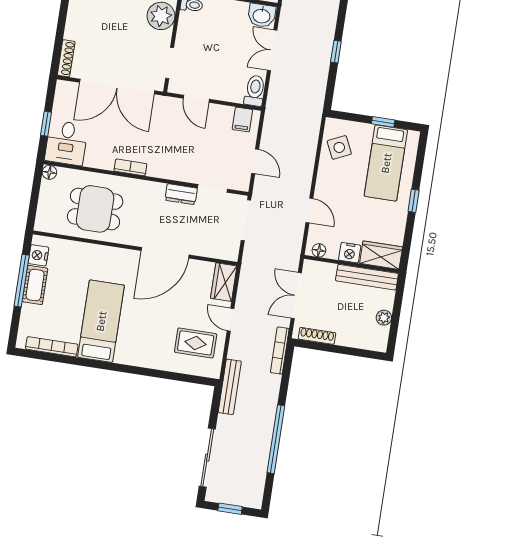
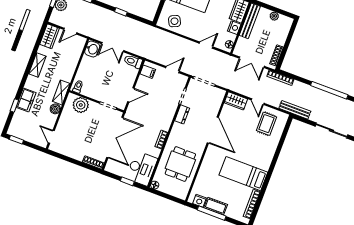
desk: (66, 143) -> (142, 168), width x1.37
door: (231, 320) -> (258, 102), hinge flipped

